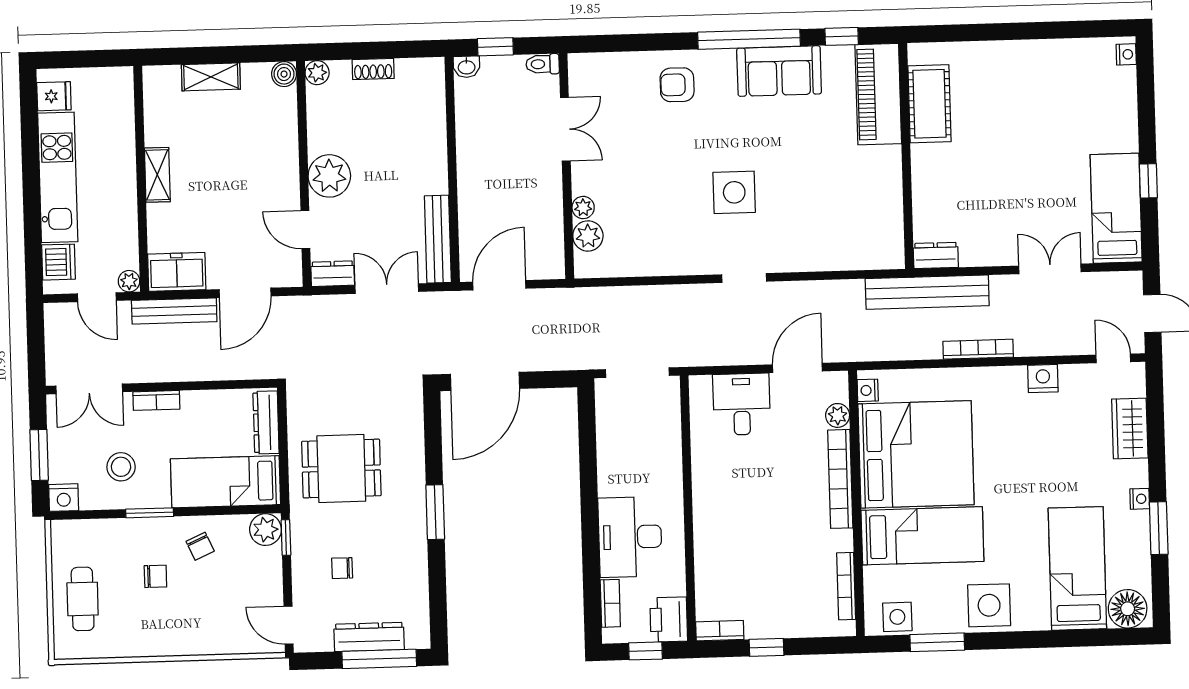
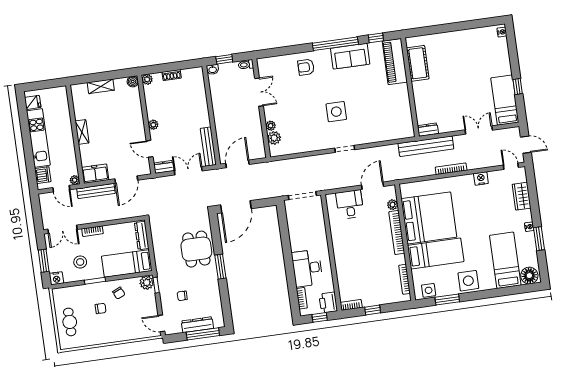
plant: (329, 176) -> (153, 125), width x0.53, depth x0.53
nightstand: (868, 390) -> (405, 192), removed
dining table: (341, 469) -> (196, 249), moved, turned 90

